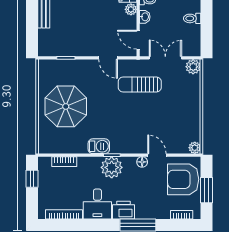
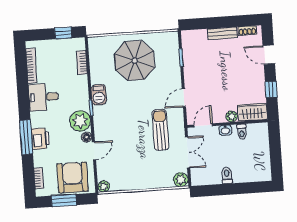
plant: (112, 167) -> (80, 121), moved
printer: (124, 210) -> (40, 139), moved

